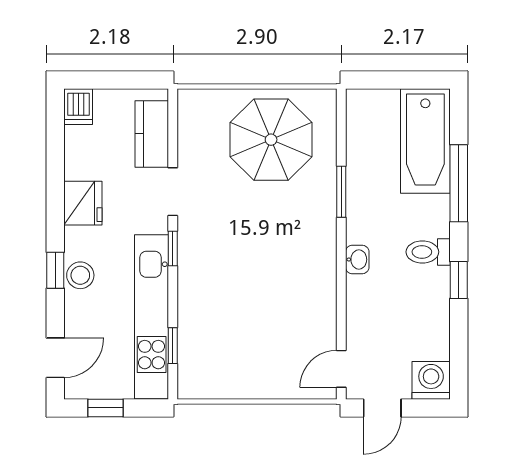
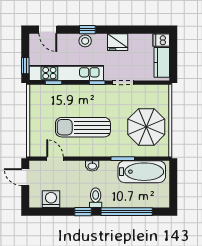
kitchen counter: (152, 134) -> (162, 62), moved, turned -90
bathtub: (425, 141) -> (142, 172), moved, turned 180
window: (459, 183) -> (127, 212), width x1.46
sun lounger: (272, 280) -> (83, 127), added
door: (341, 369) -> (55, 159), moved
washing machine: (431, 380) -> (51, 199), moved, turned -90
window: (106, 408) -> (25, 66), moved

